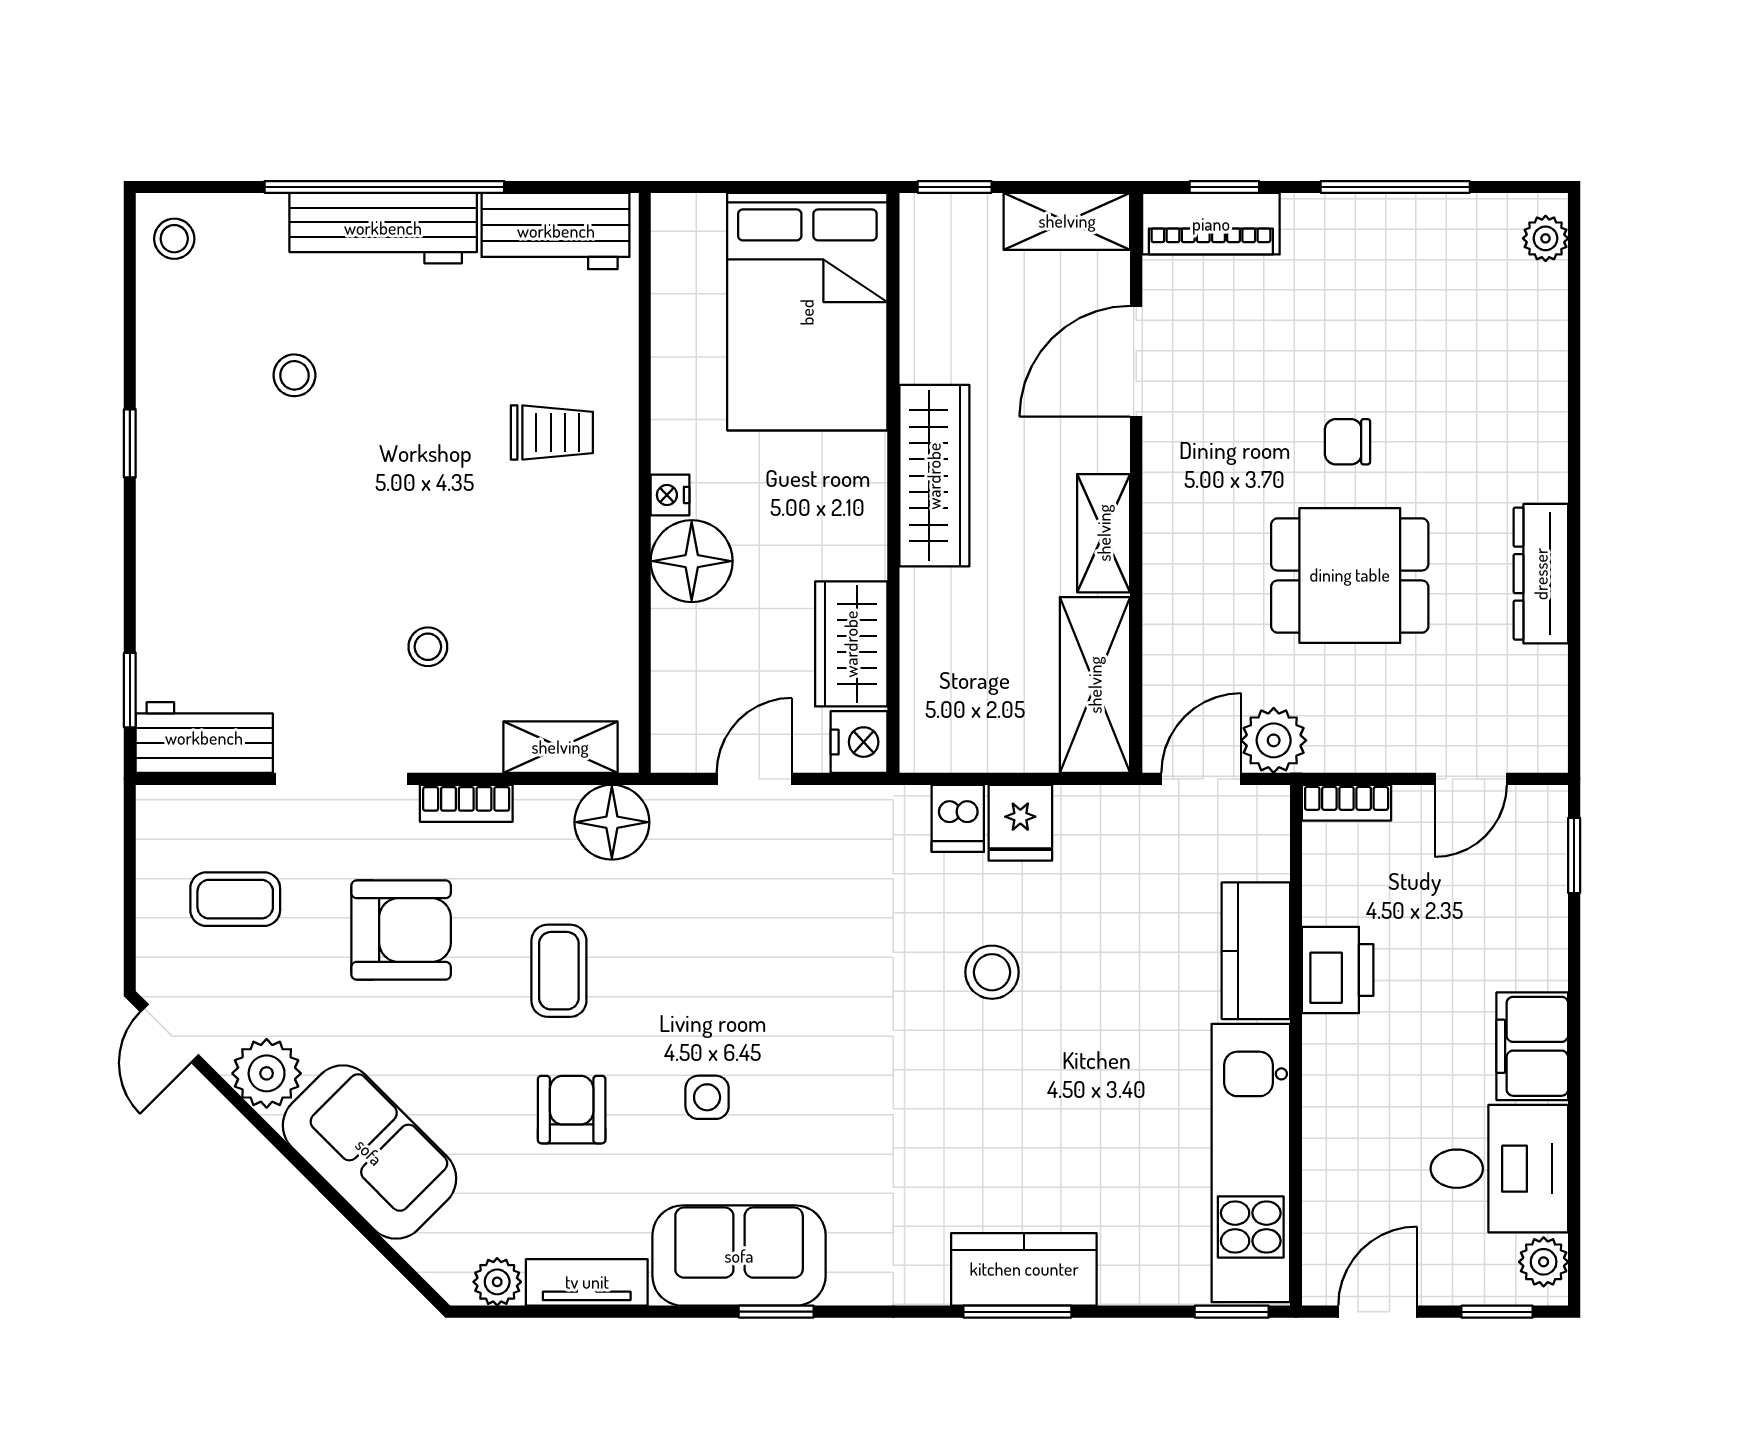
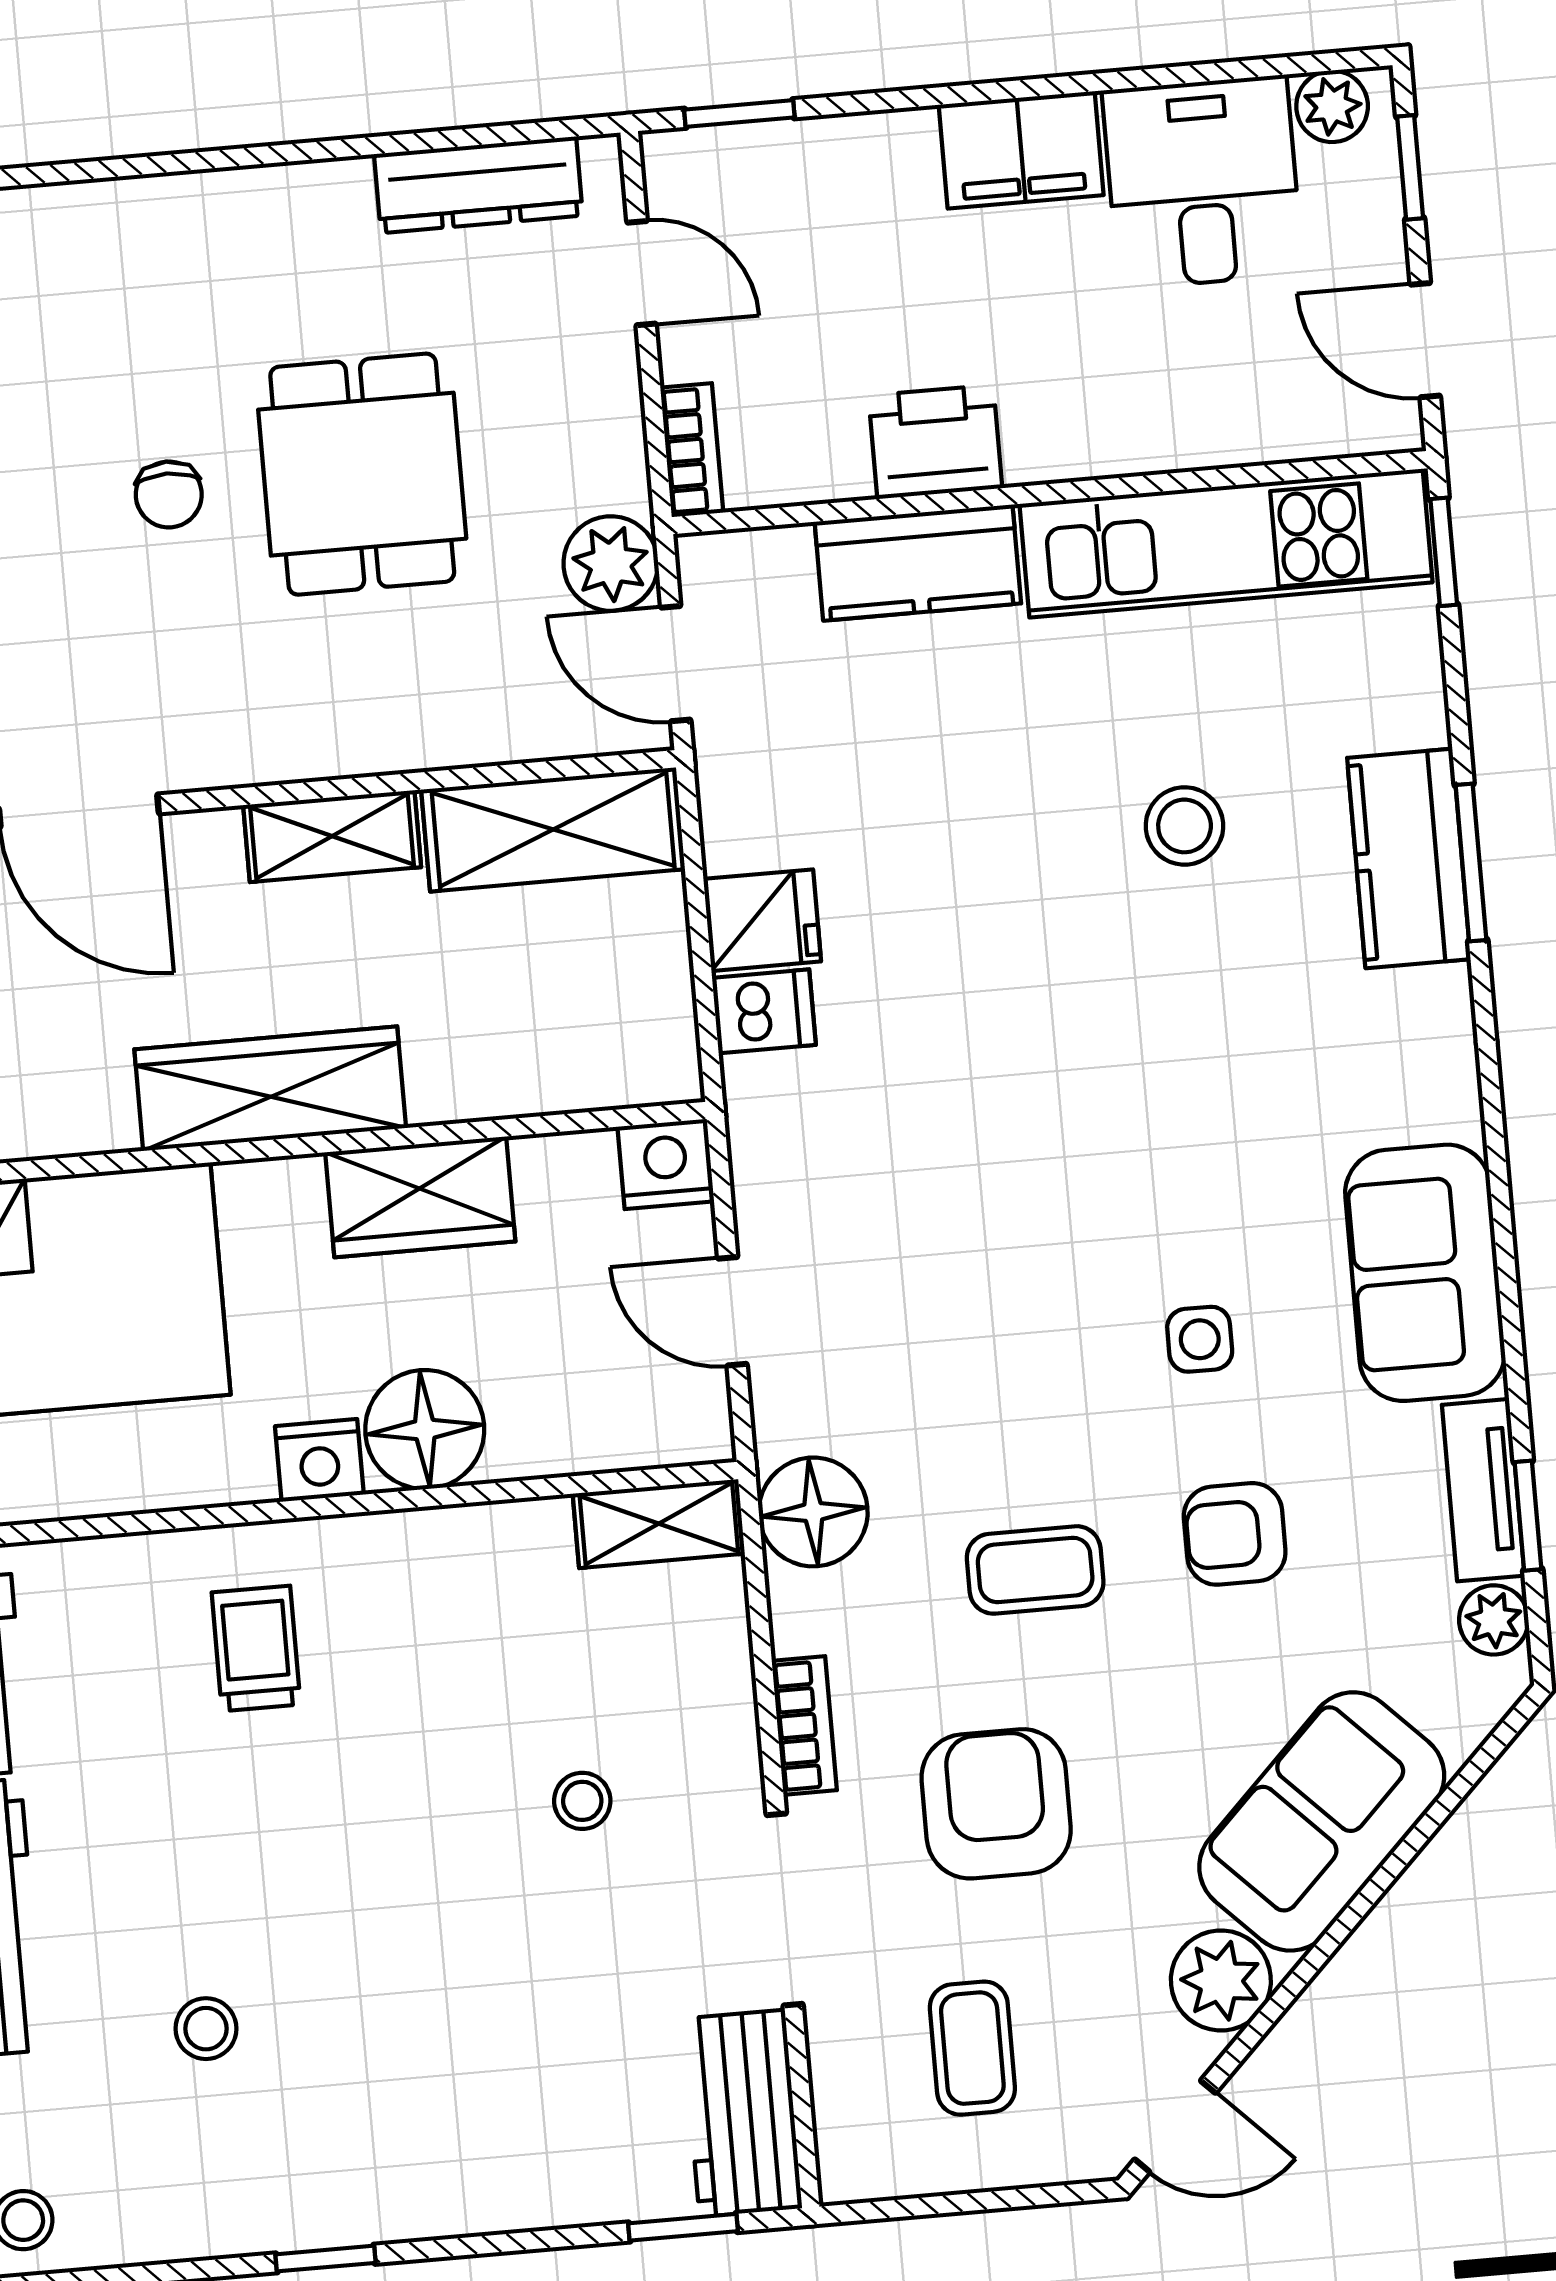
nightstand: (670, 495) -> (319, 1460), width x1.39, depth x1.35
dresser: (1541, 574) -> (478, 185), moved
wardrobe: (851, 644) -> (420, 1197), moved
shelving: (560, 747) -> (659, 1524), moved, turned 90
stool: (992, 972) -> (1185, 826), moved
window: (776, 1312) -> (1528, 1516), moved

